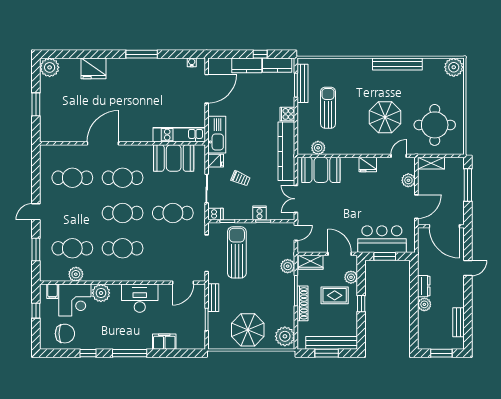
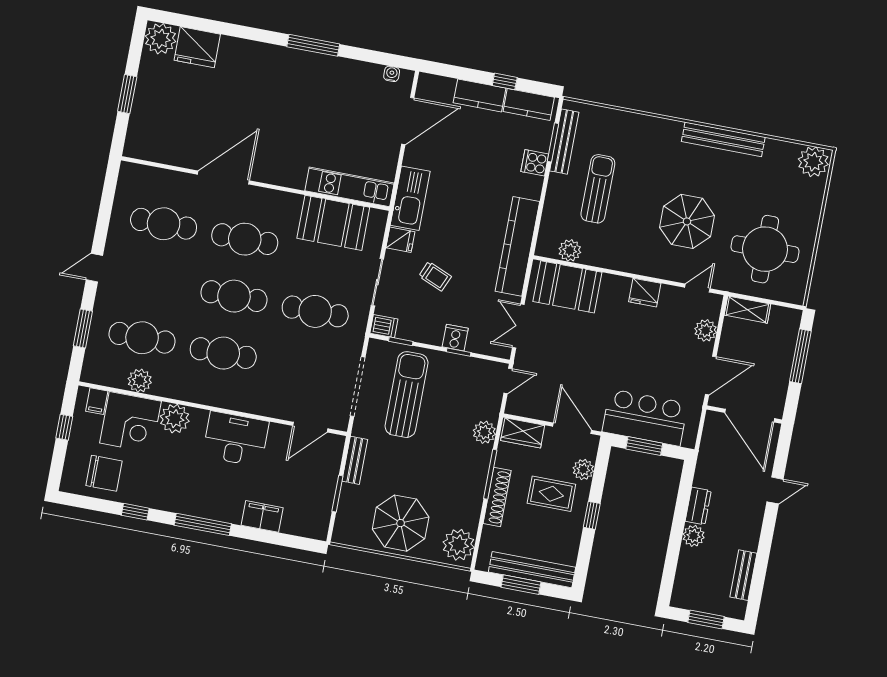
fridge: (94, 68) -> (197, 47), moved
cooker: (287, 114) -> (535, 163), moved

